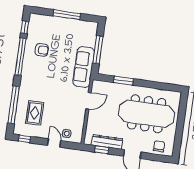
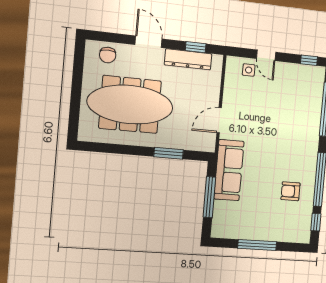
rug: (35, 113) -> (296, 99), removed

